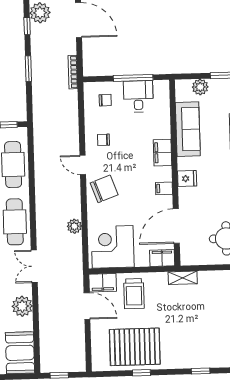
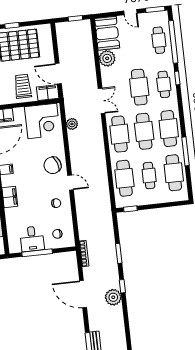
plant: (74, 226) -> (72, 124), moved
plant: (22, 306) -> (107, 58), moved

